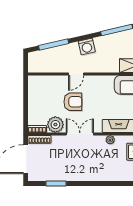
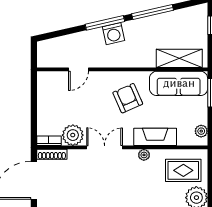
window: (54, 44) -> (105, 23), moved
door: (76, 74) -> (79, 69), moved
armchair: (73, 102) -> (128, 98), moved, turned -114

